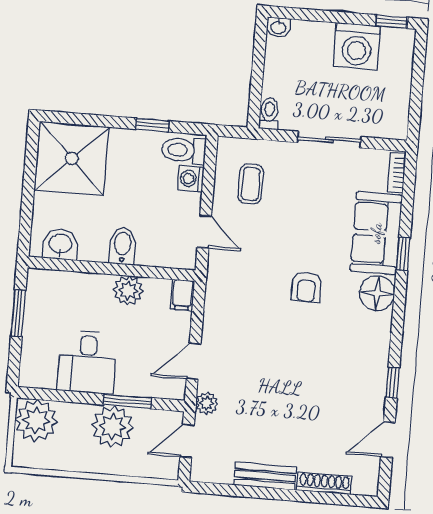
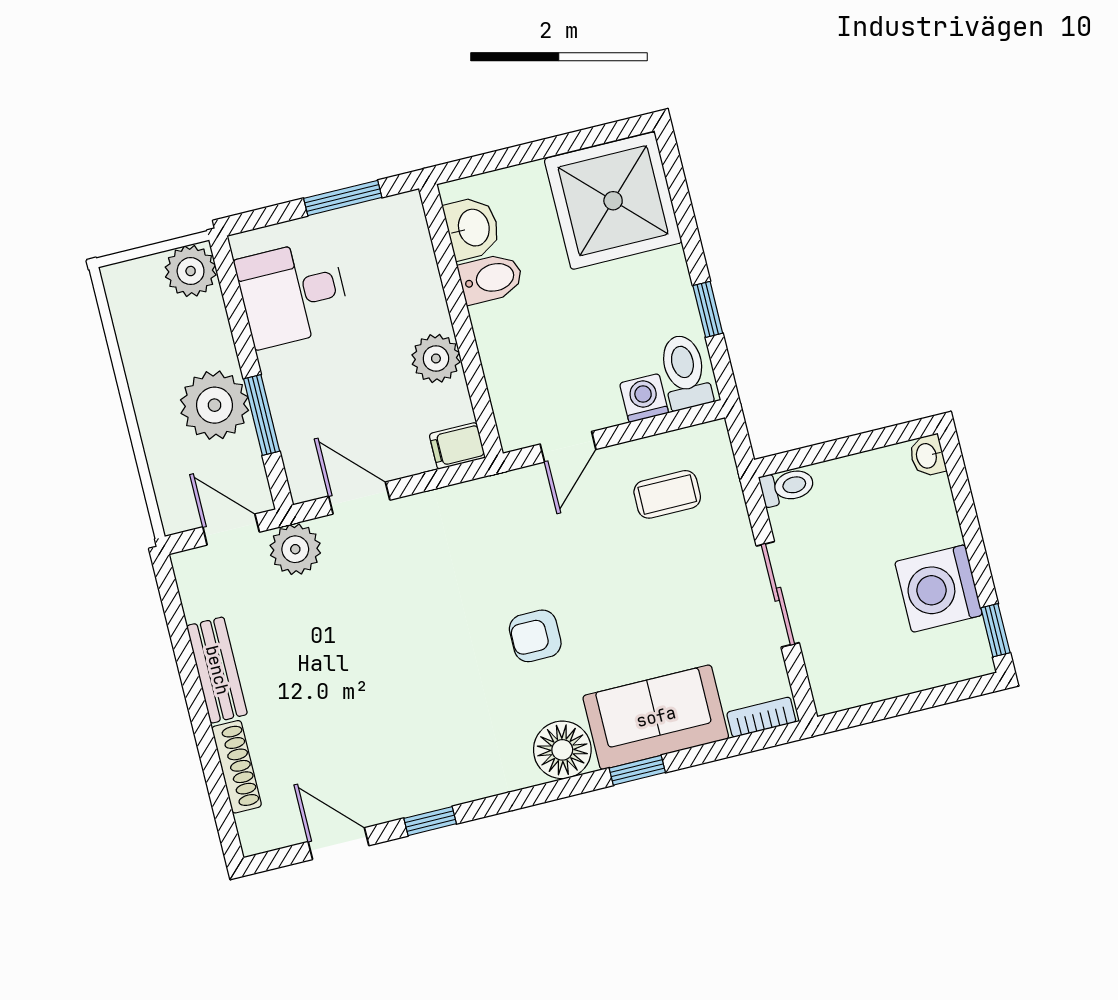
bidet: (123, 246) -> (491, 278), moved
desk: (87, 362) -> (293, 294), moved
plant: (207, 403) -> (295, 549), width x1.38, depth x1.38
plant: (36, 421) -> (191, 271), width x0.73, depth x0.73

